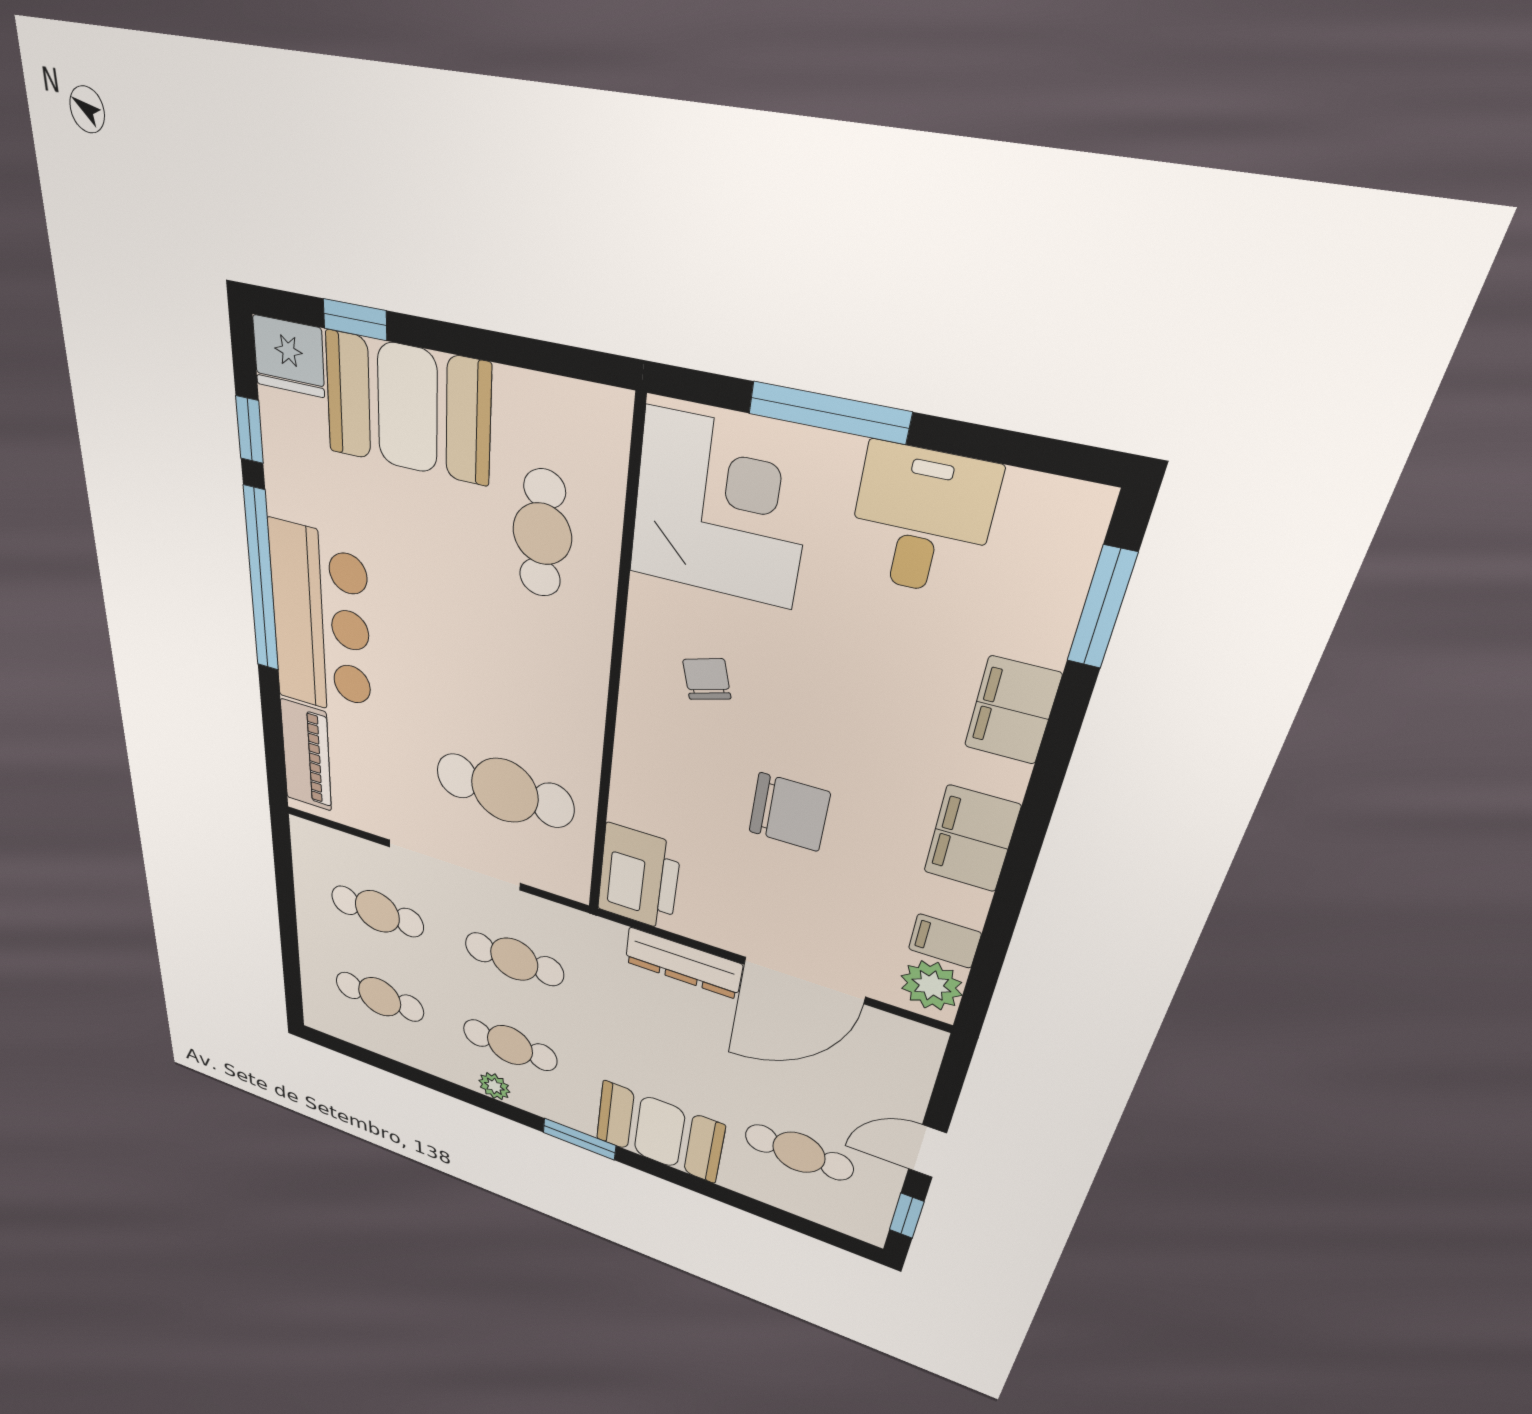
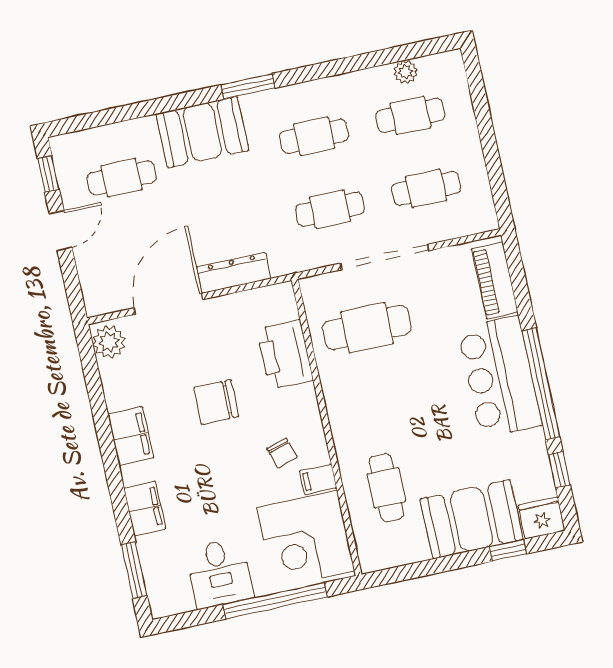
window: (829, 413) -> (275, 601), width x1.46
printer: (639, 877) -> (285, 354), moved
filing cabinet: (945, 941) -> (318, 479), moved, turned 180
plant: (494, 1086) -> (405, 72), moved

